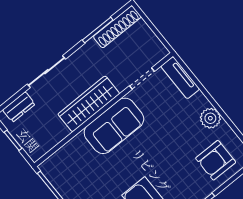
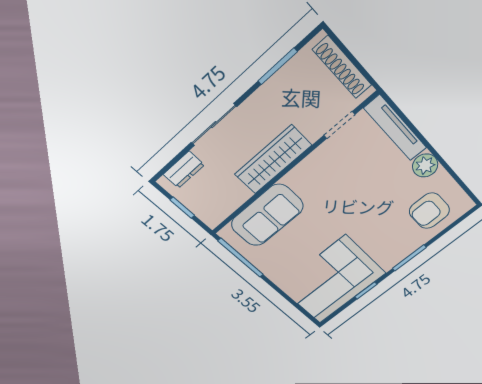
shoe rack: (117, 27) -> (342, 67), moved, turned 90
tv unit: (180, 78) -> (395, 128), width x1.41
sofa: (114, 126) -> (267, 215), moved

